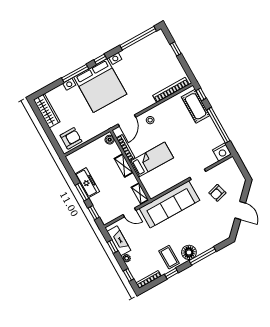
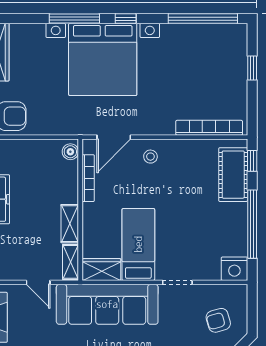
bed: (152, 160) -> (138, 244), moved, turned -90
shelving: (124, 166) -> (70, 224), moved
wardrobe: (157, 189) -> (102, 269), added
armchair: (217, 193) -> (218, 320), moved

